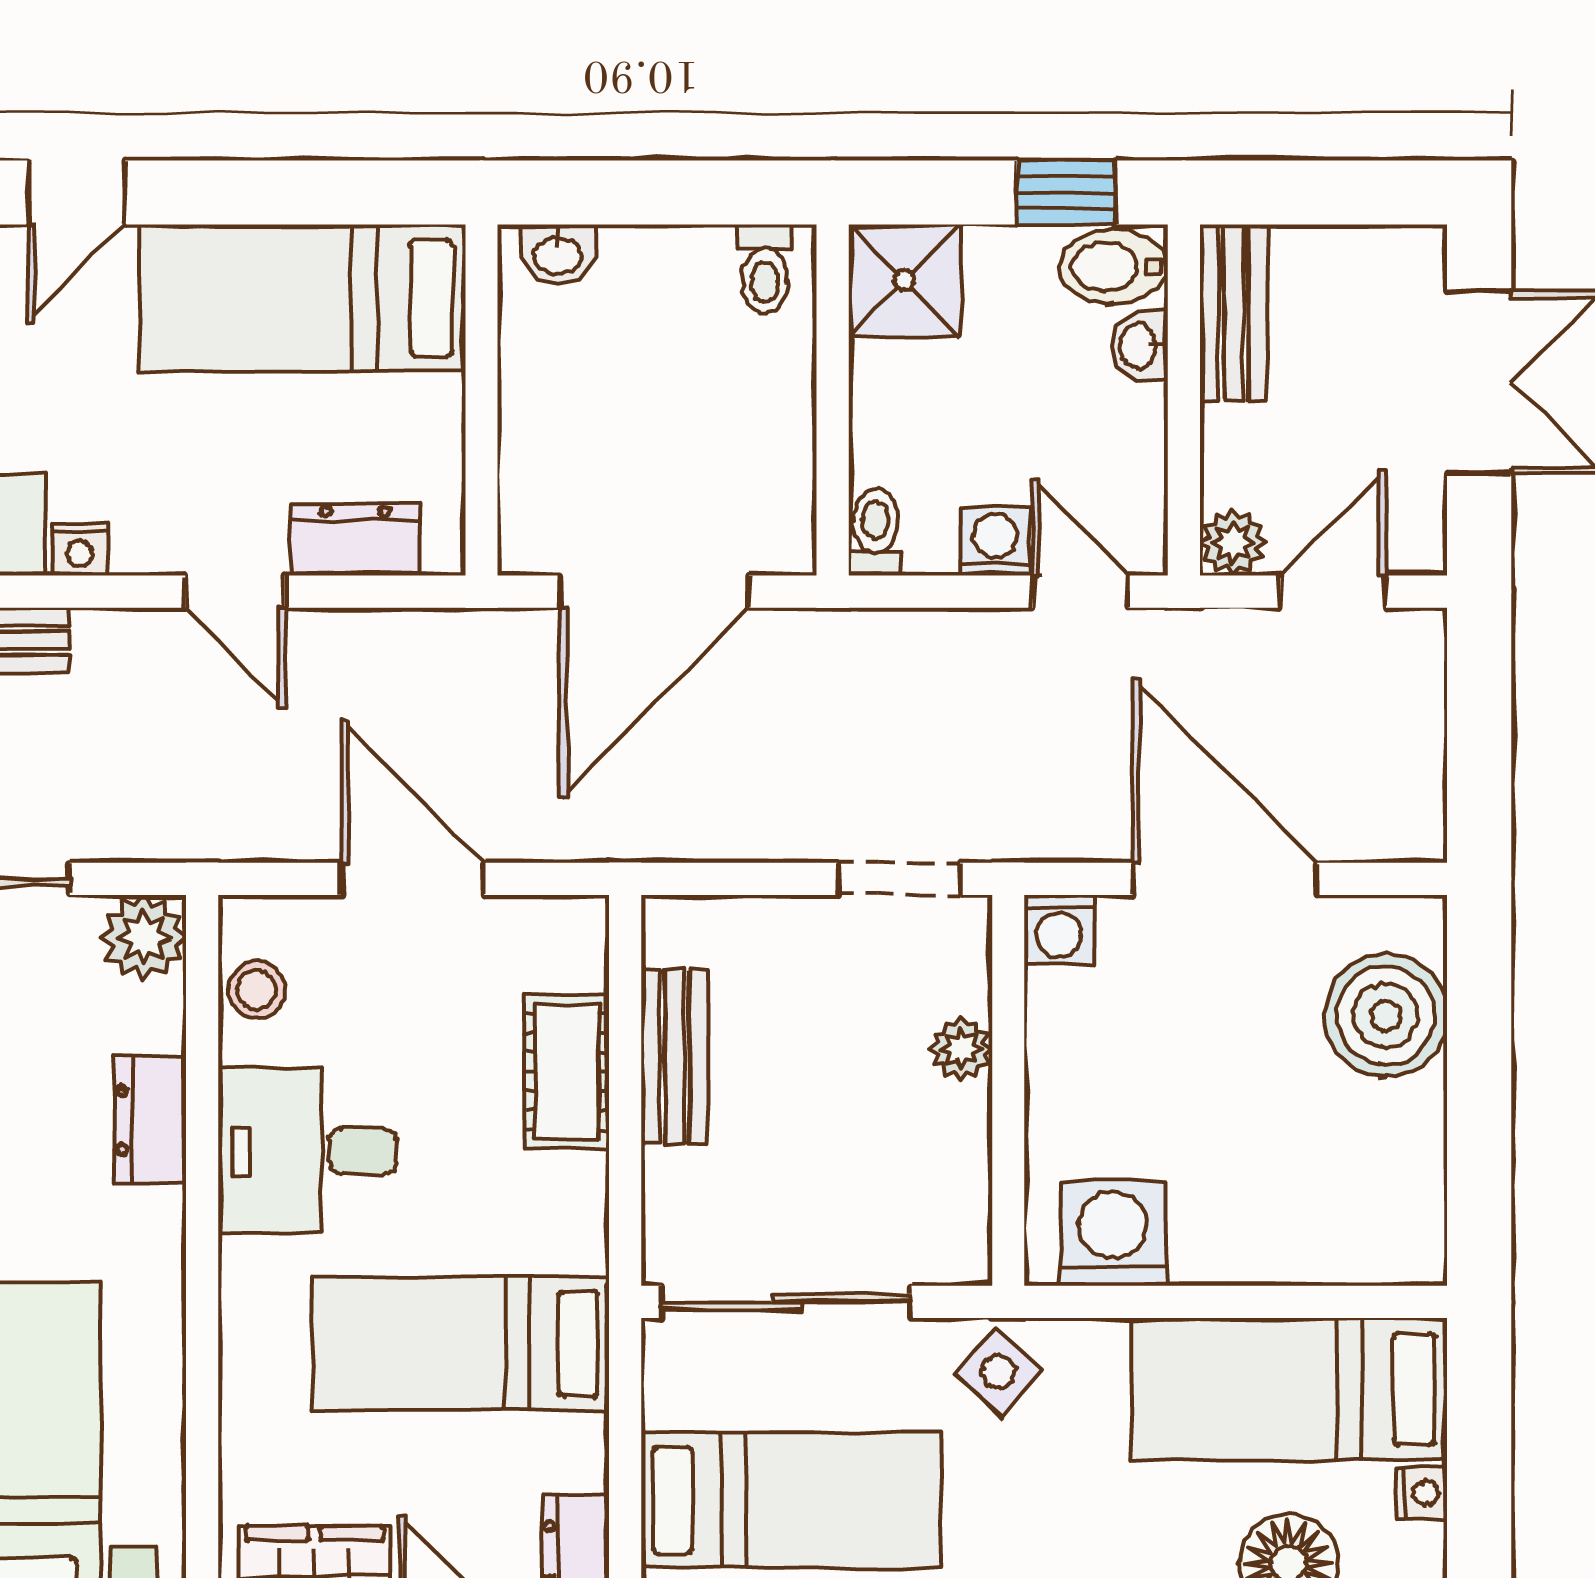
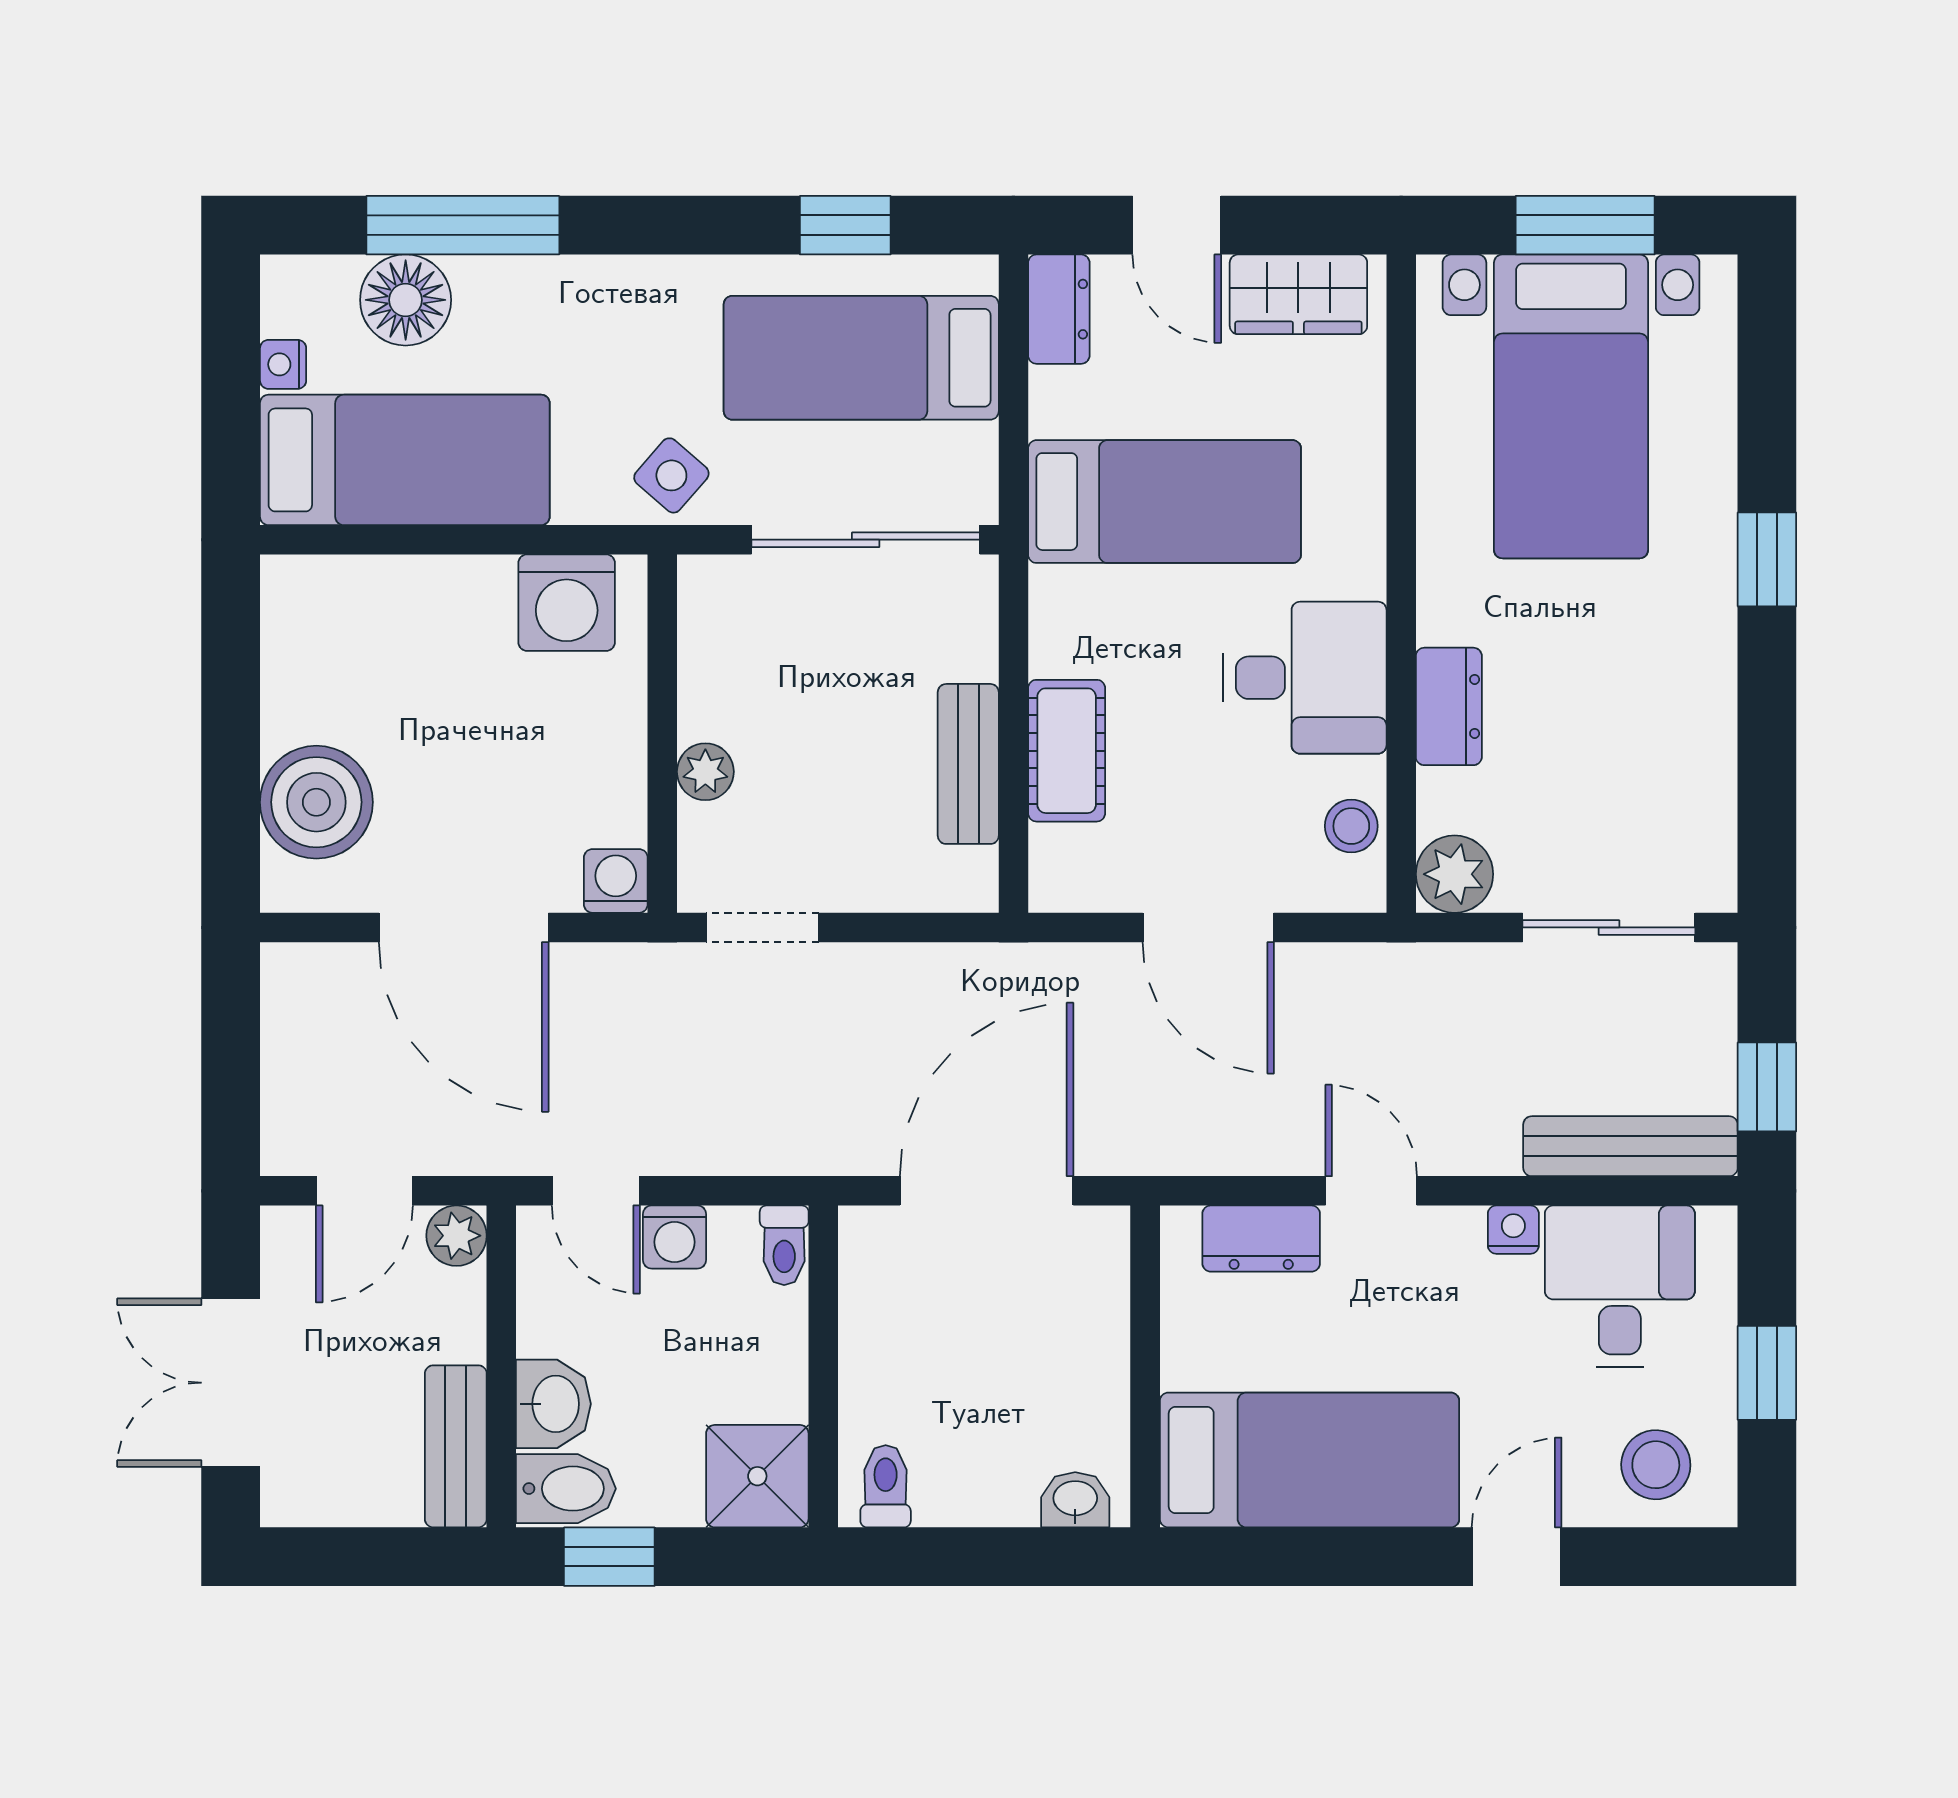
washbasin: (1140, 346) -> (553, 1404), width x1.38, depth x1.45

